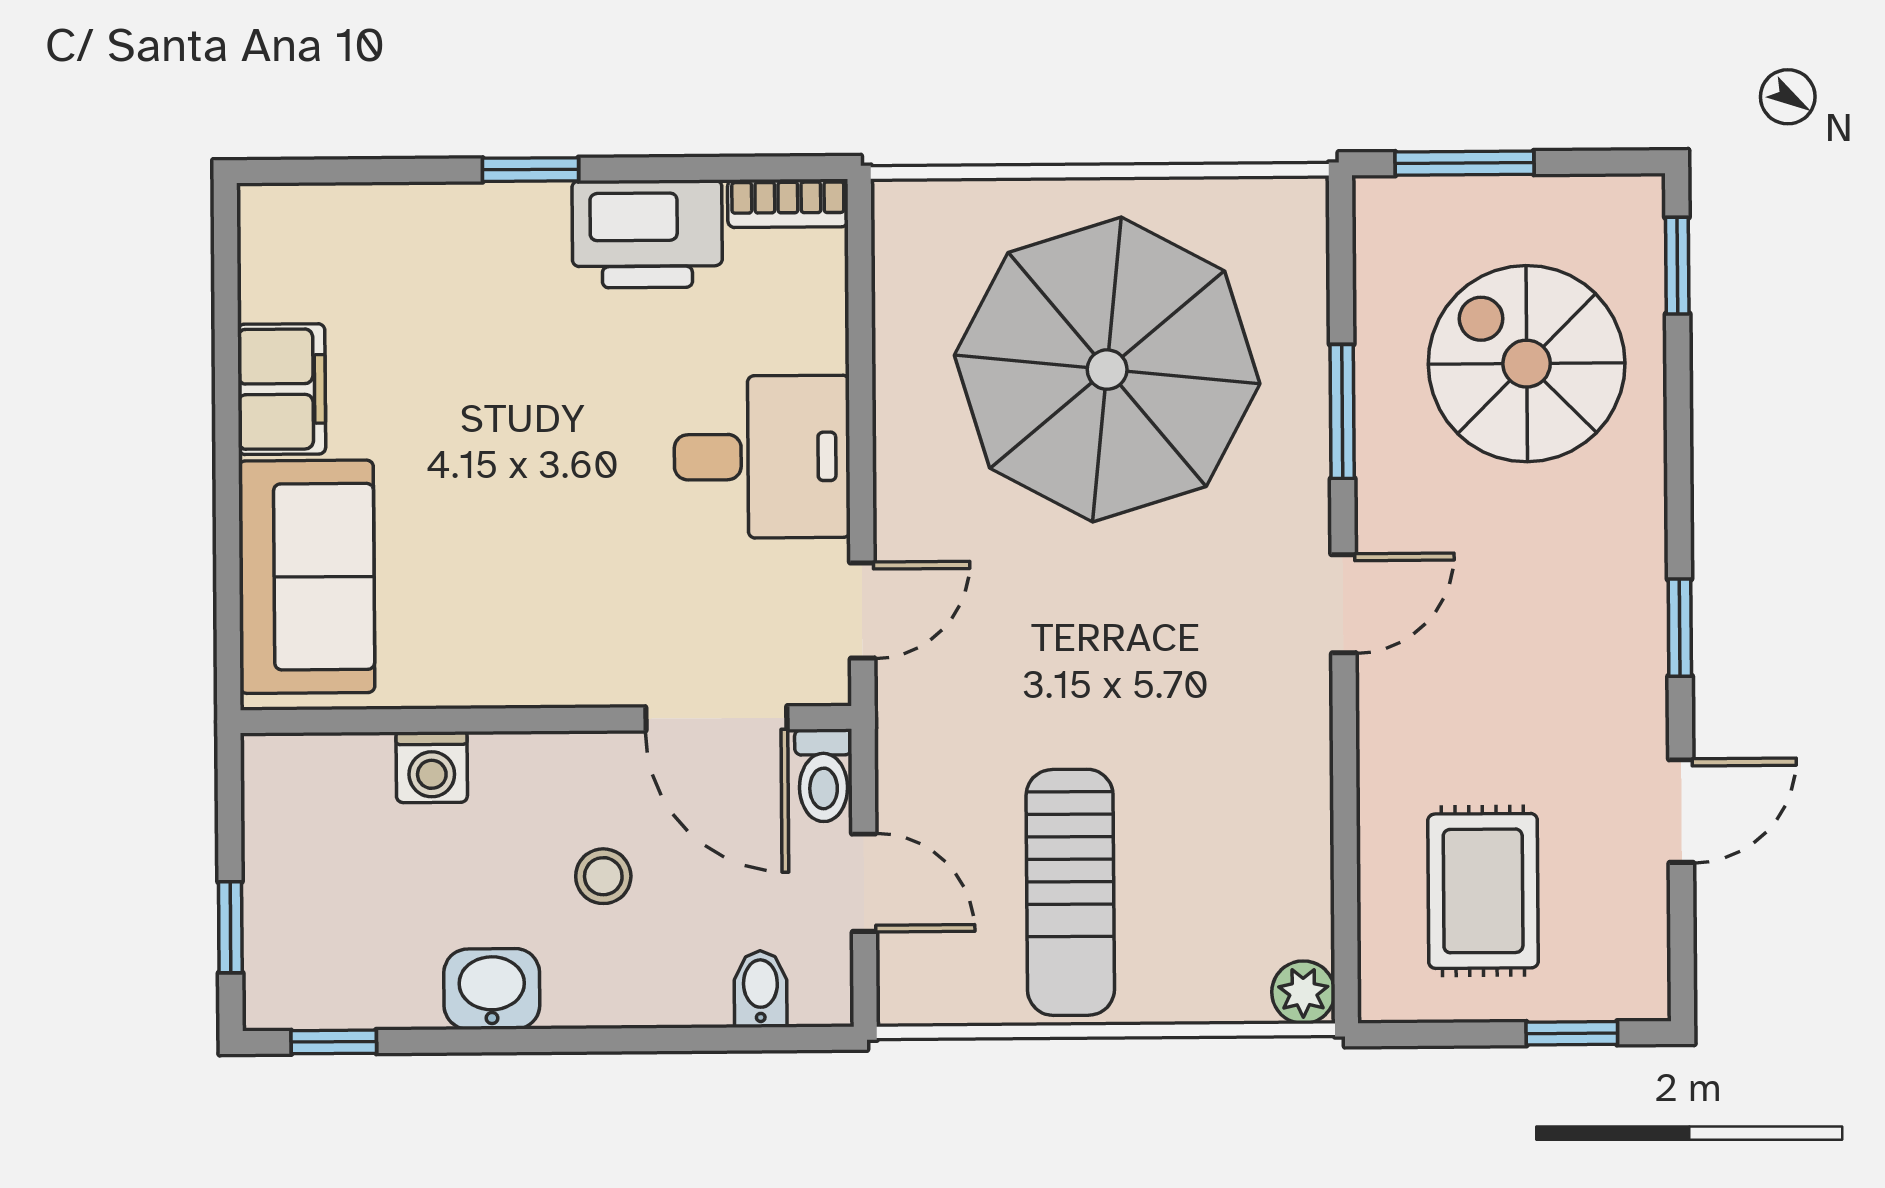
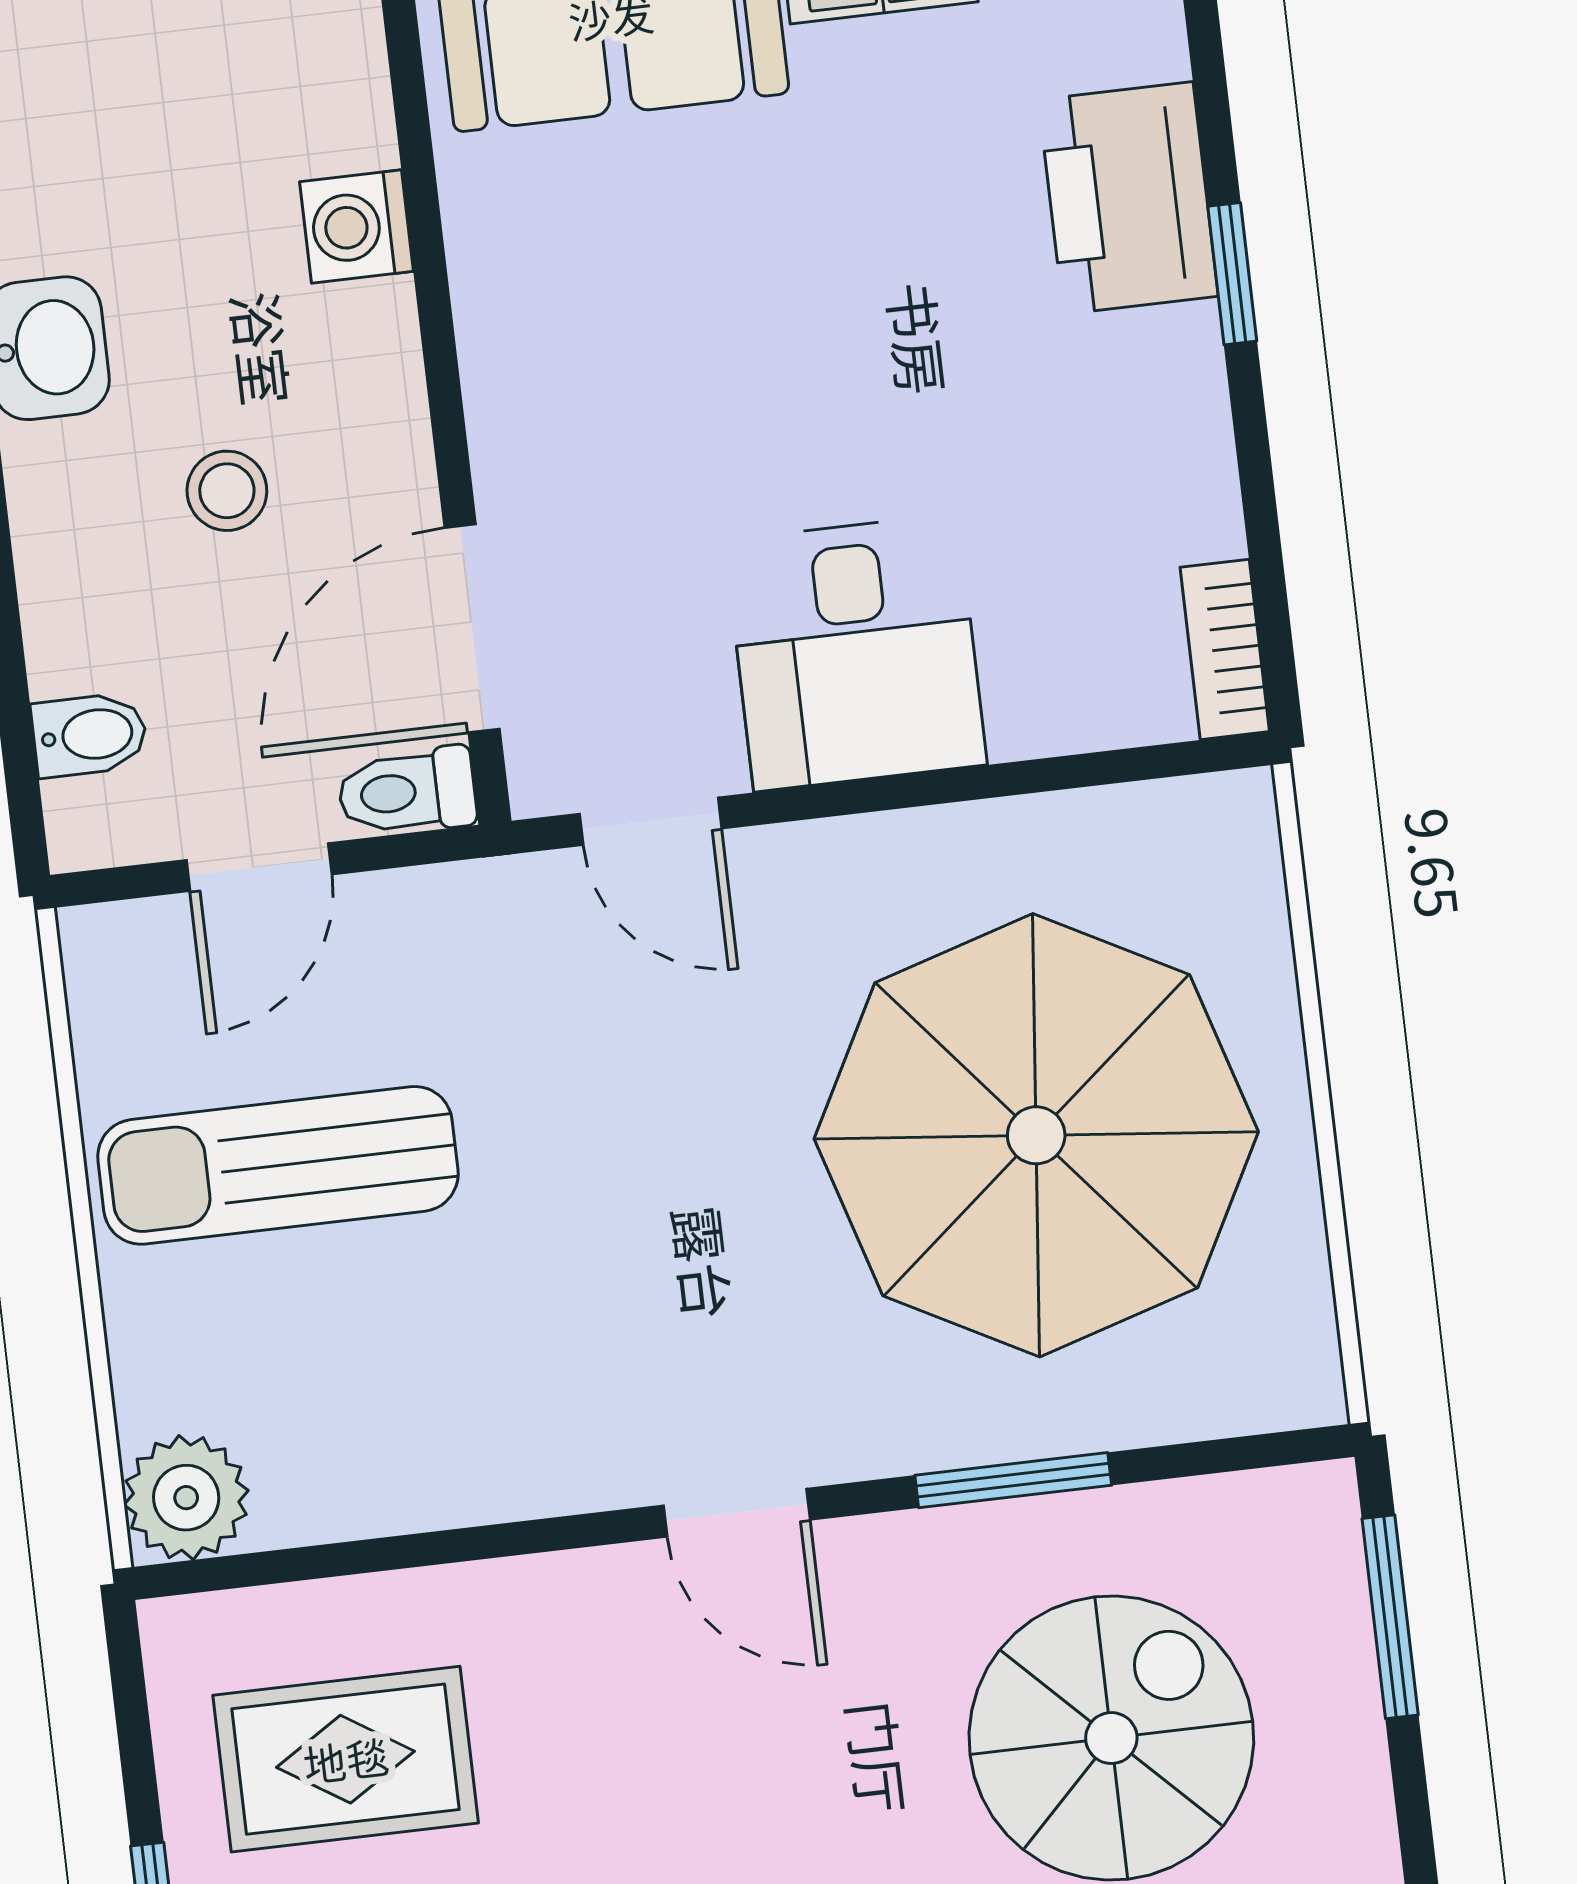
printer: (647, 234) -> (1128, 198), moved
plant: (1303, 992) -> (186, 1498), width x1.38, depth x1.38

